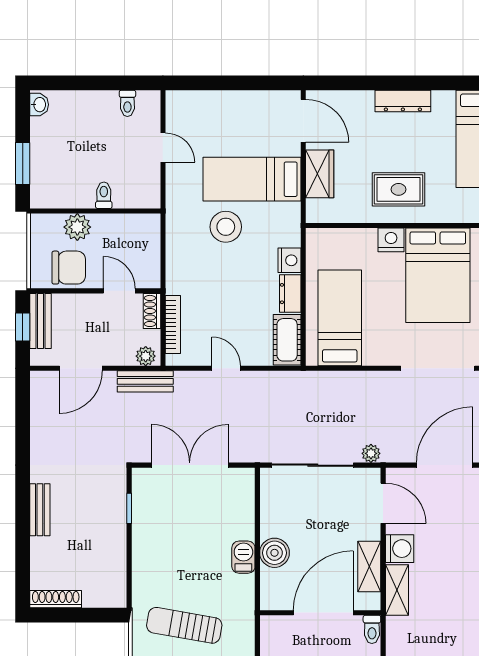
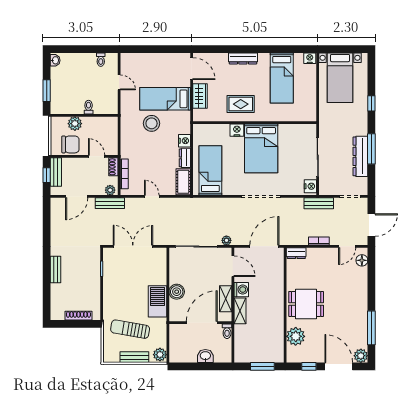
barbecue: (243, 557) -> (158, 301), width x1.88, depth x1.53
shoe rack: (56, 599) -> (78, 316), moved

